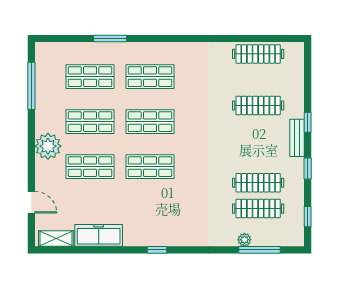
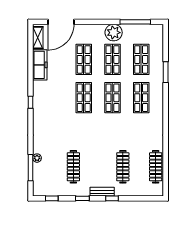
plant: (48, 146) -> (114, 33), moved
door: (31, 202) -> (61, 22), width x1.88
clothes rail: (258, 209) -> (57, 167), removed

